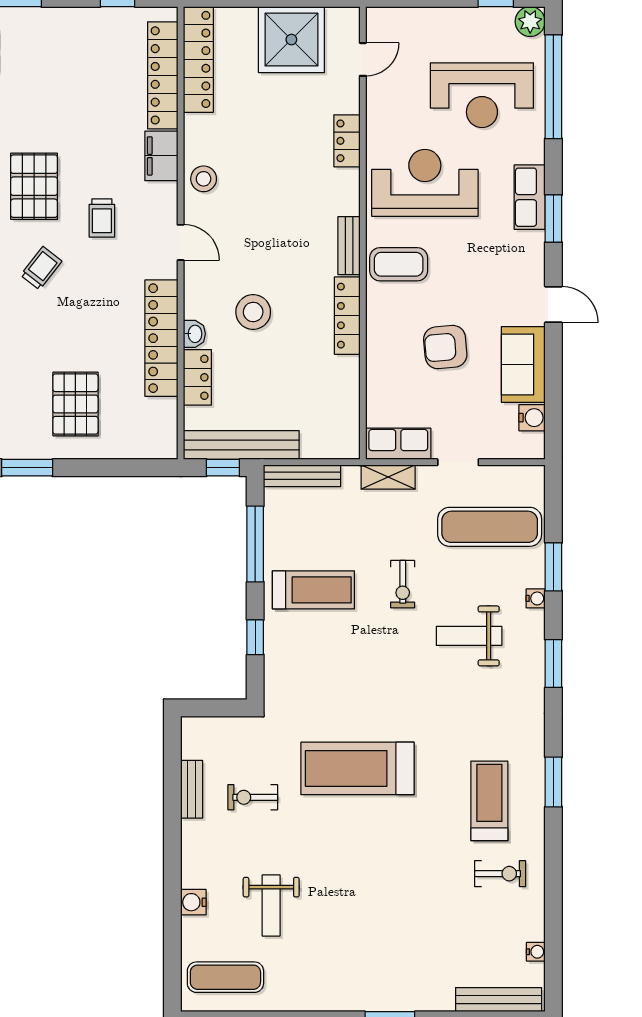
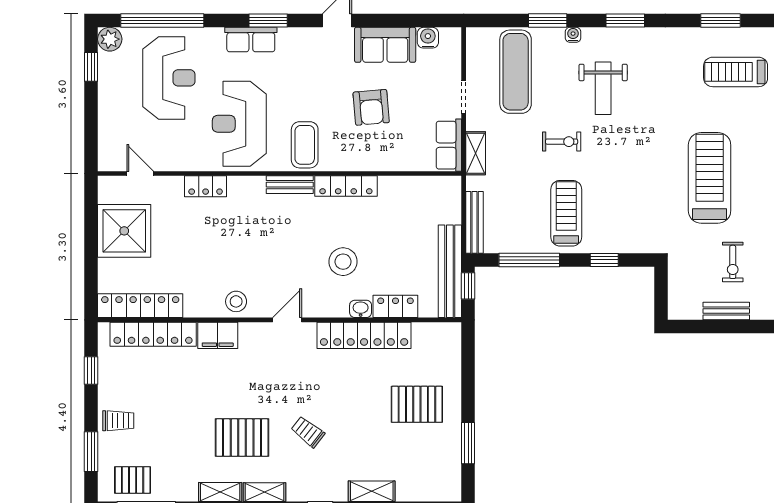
trolley: (102, 218) -> (118, 421), moved
treadmill: (358, 768) -> (710, 178), turned 180

